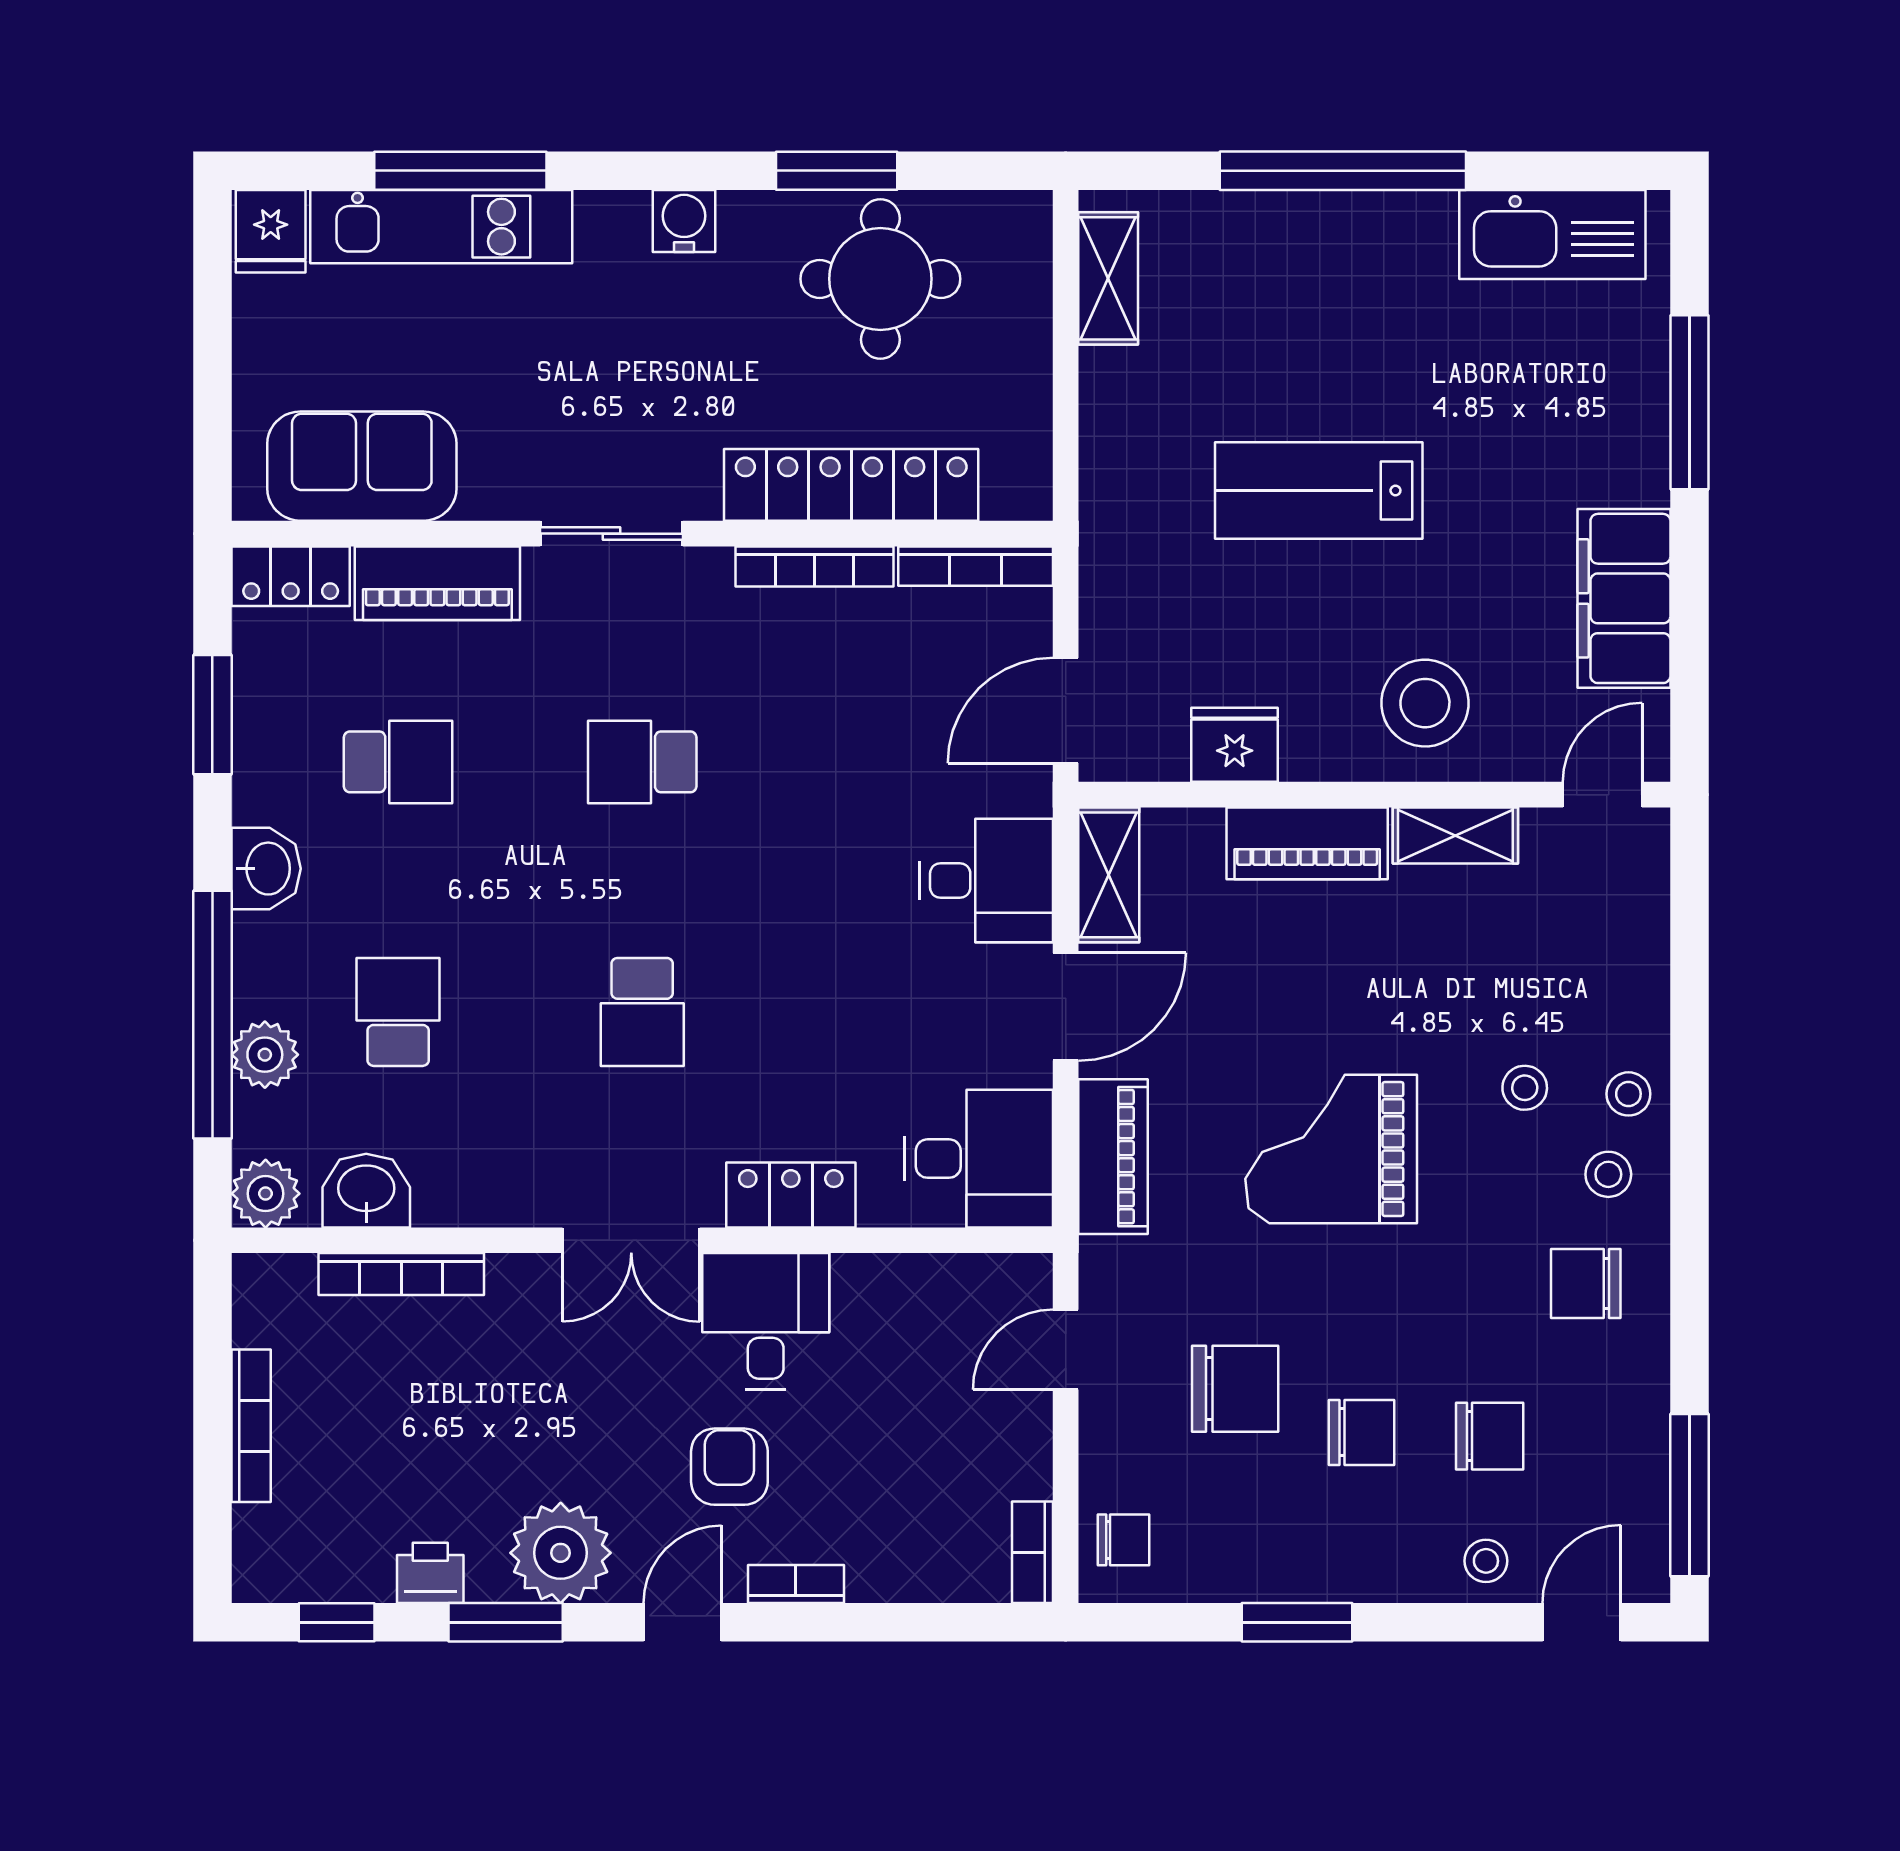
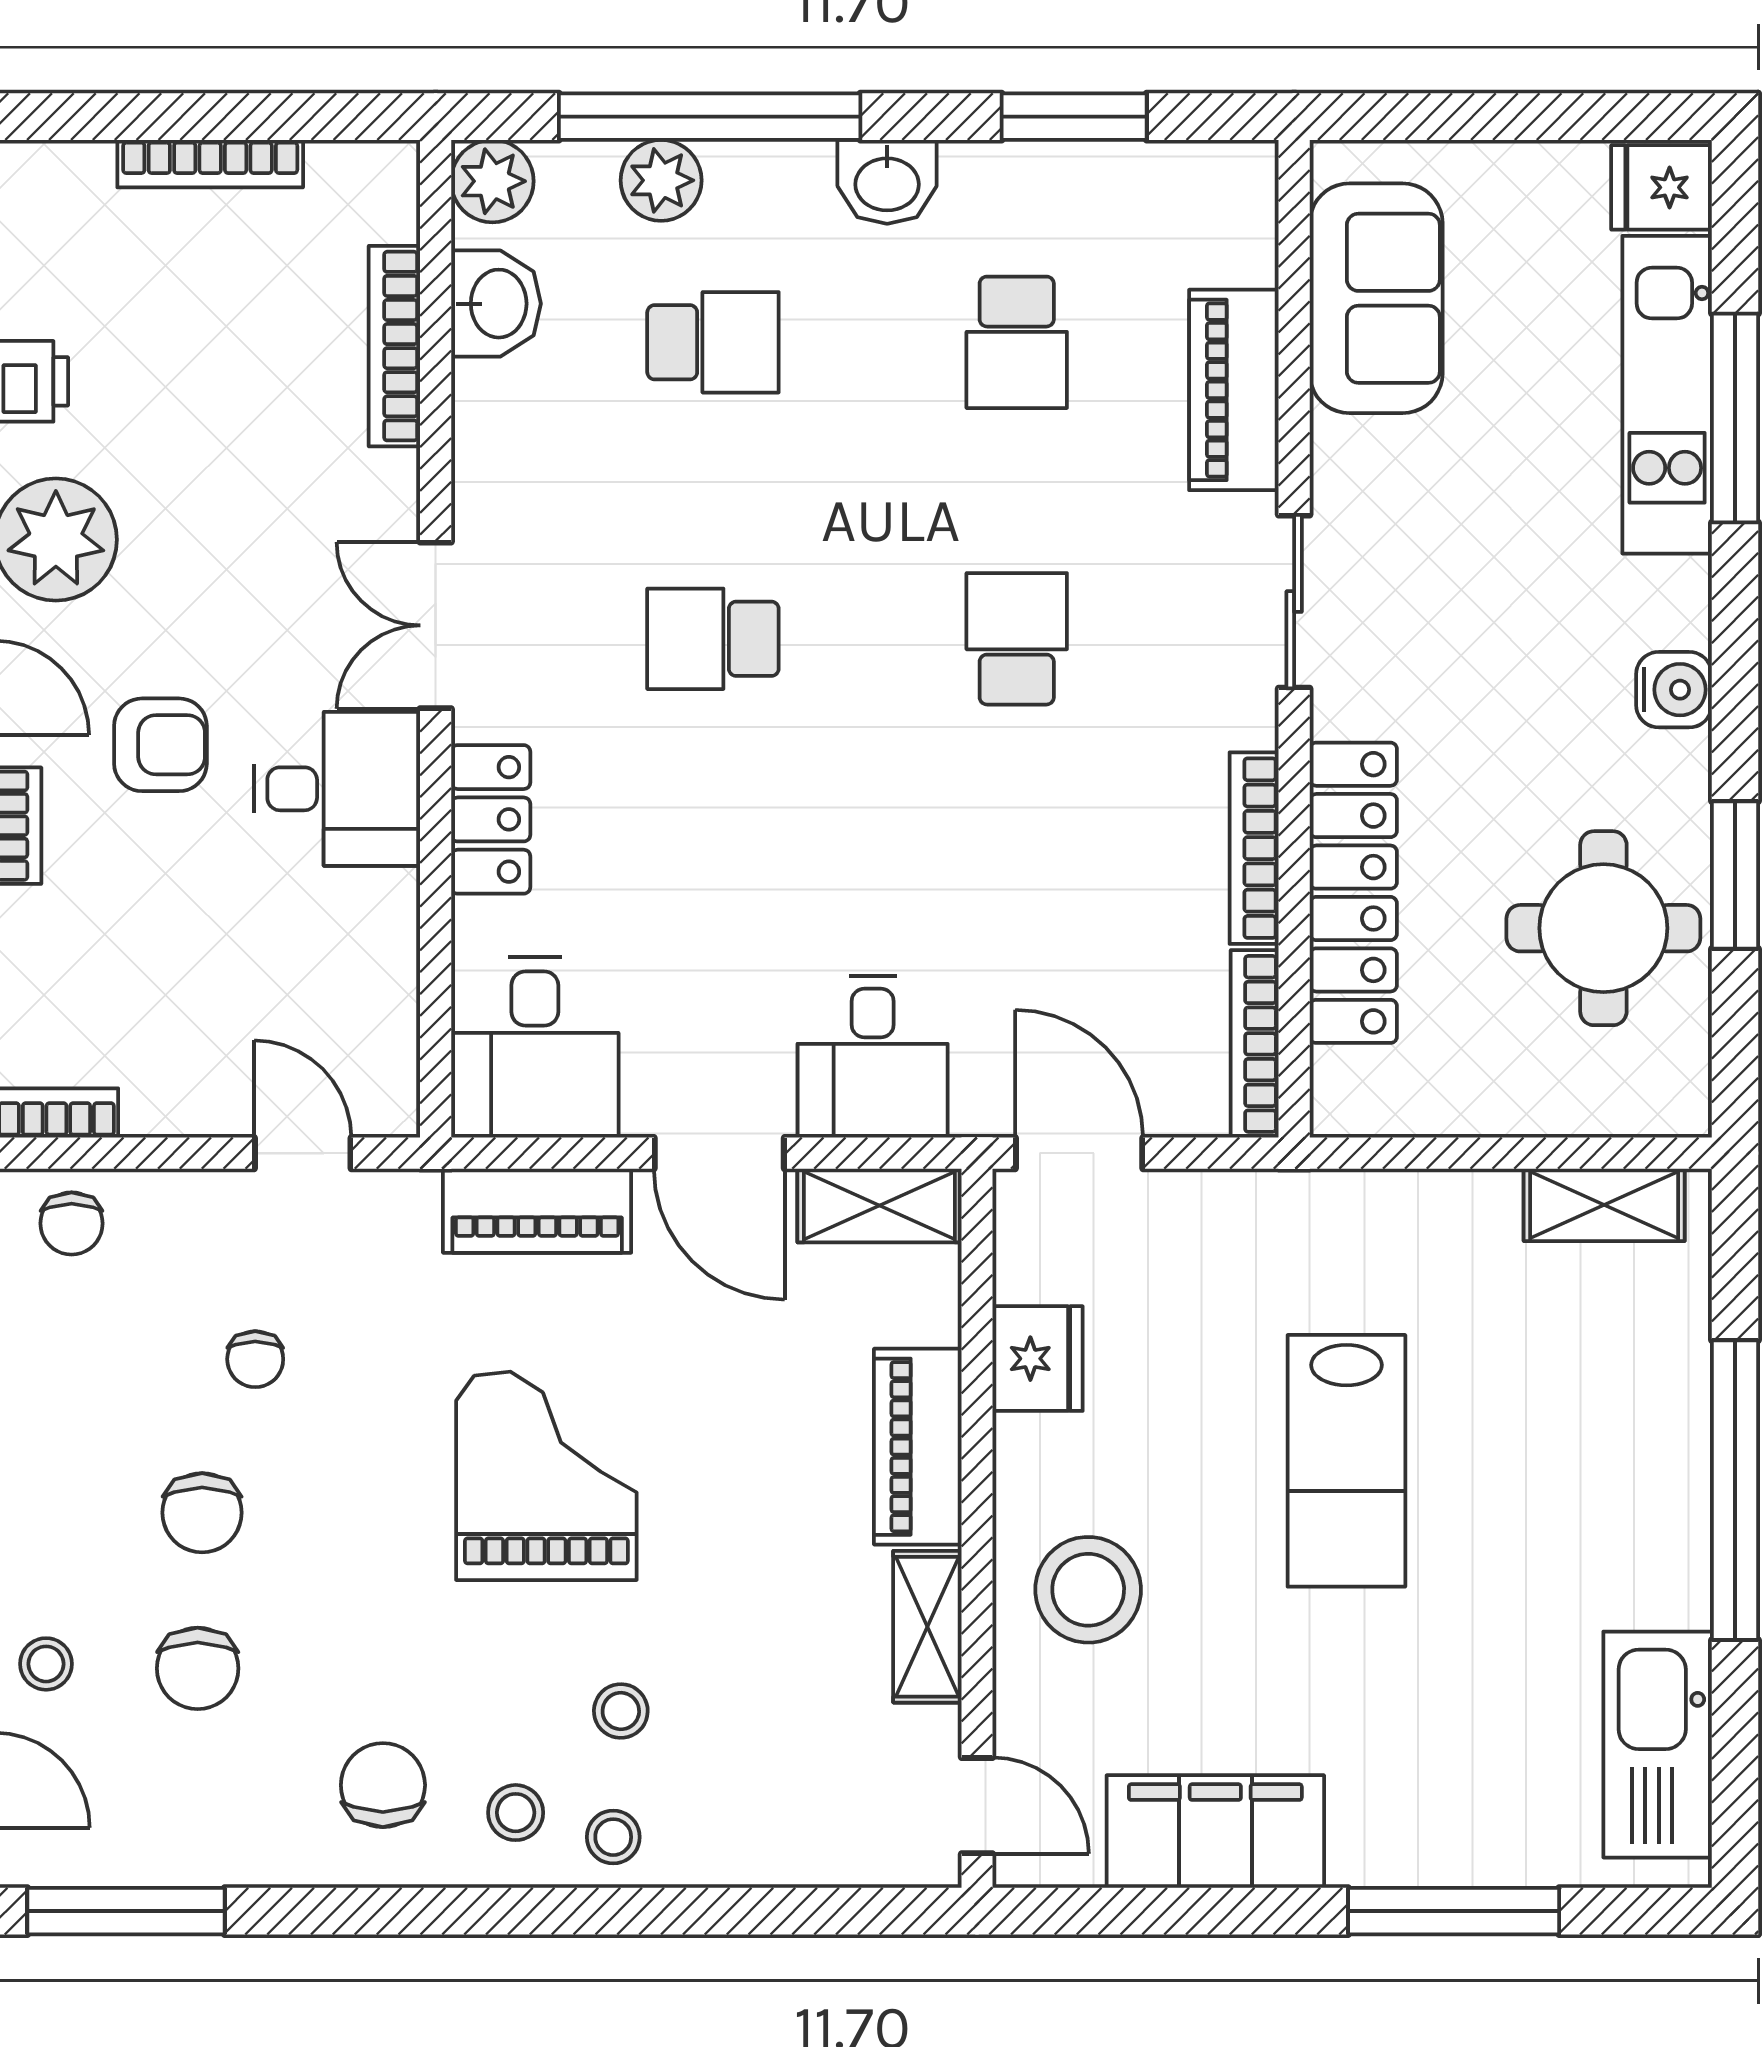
lab bench: (1319, 490) -> (1346, 1461), turned 180
locker: (291, 576) -> (1242, 212), removed
chair: (1235, 1389) -> (255, 1359), width x0.54, depth x0.54

